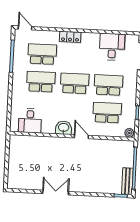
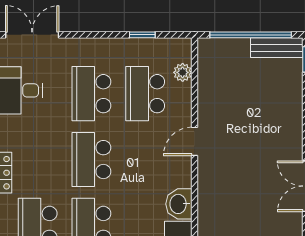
washbasin: (64, 128) -> (179, 204), moved
plant: (129, 133) -> (183, 72), moved

